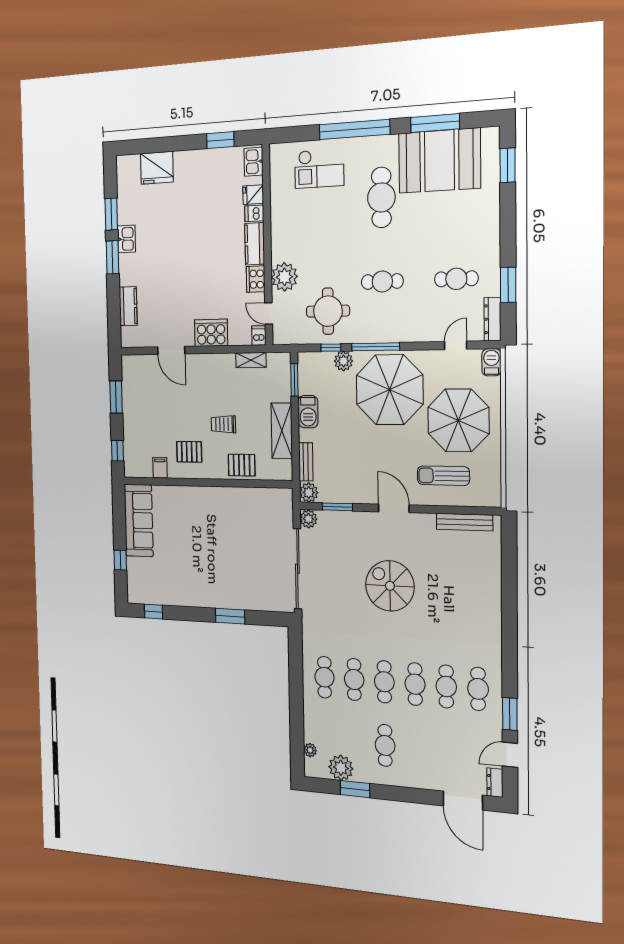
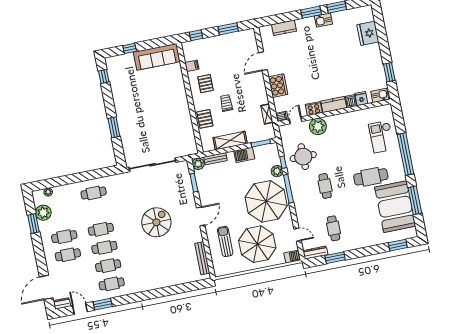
plant: (309, 519) -> (183, 166), removed
cafe table: (354, 679) -> (68, 255), moved

